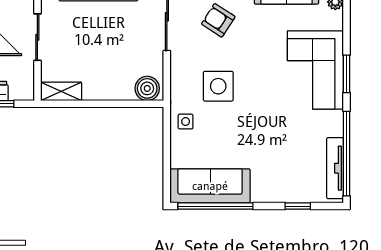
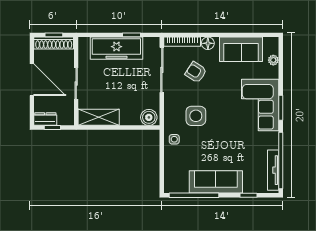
shelving: (61, 91) -> (99, 117), width x1.50, depth x1.33
sofa: (210, 186) -> (216, 182), moved

